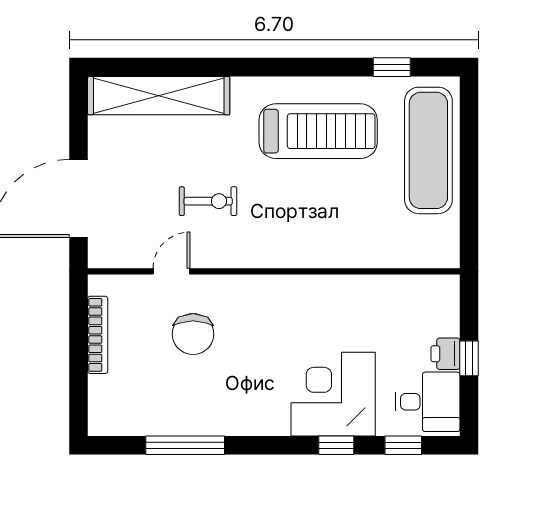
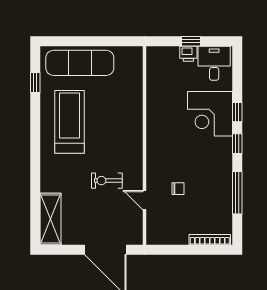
shelving: (159, 96) -> (51, 219), width x0.68
exercise bike: (208, 201) -> (107, 181), turned -90
chair: (193, 334) -> (178, 189), width x0.54, depth x0.54
bookcase: (98, 335) -> (210, 240), moved
window: (403, 445) -> (237, 144), moved

